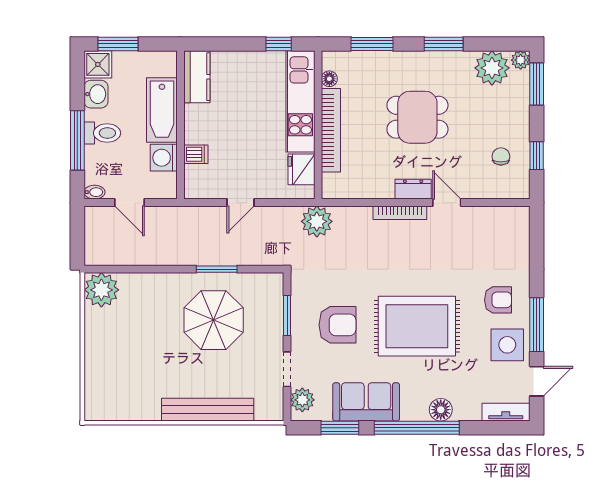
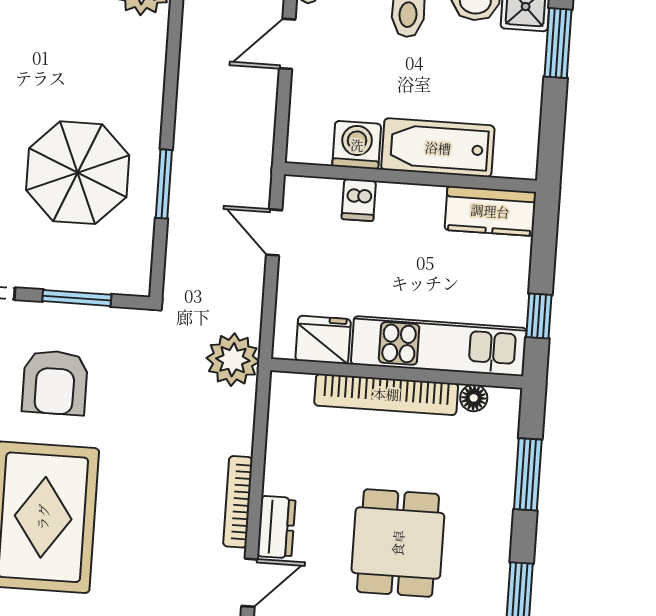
kitchen counter: (197, 77) -> (490, 211), moved
bathtub: (162, 110) -> (438, 148), moved
wall: (181, 125) -> (410, 177), moved
dishwasher: (196, 154) -> (359, 200), moved
washing machine: (164, 158) -> (357, 145), moved

